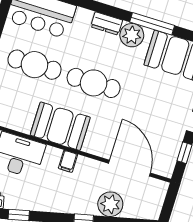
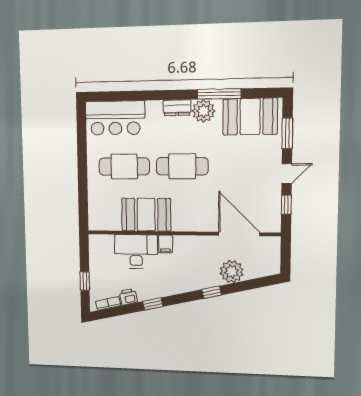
booth: (60, 126) -> (146, 215), moved
filing cabinet: (68, 161) -> (165, 244), moved

